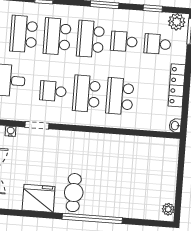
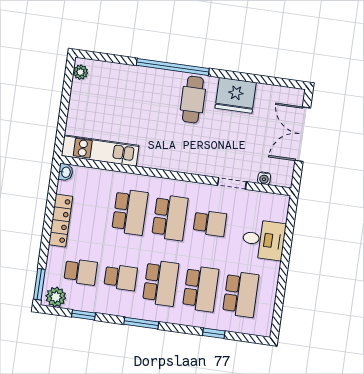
kitchen unit: (148, 145) -> (100, 151), added

